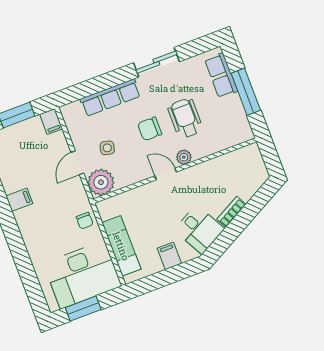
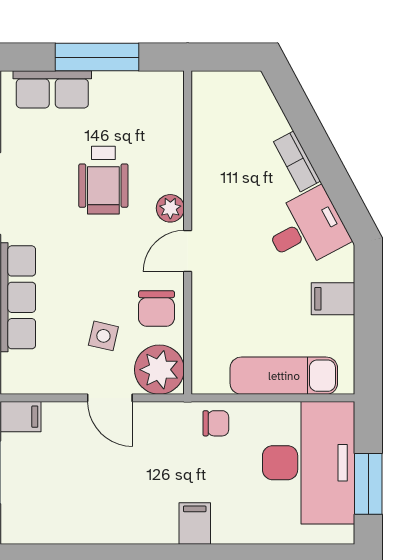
wheelchair: (185, 118) -> (103, 180), turned -90
chair: (150, 129) -> (156, 309), moved
filing cabinet: (19, 200) -> (195, 524), moved

